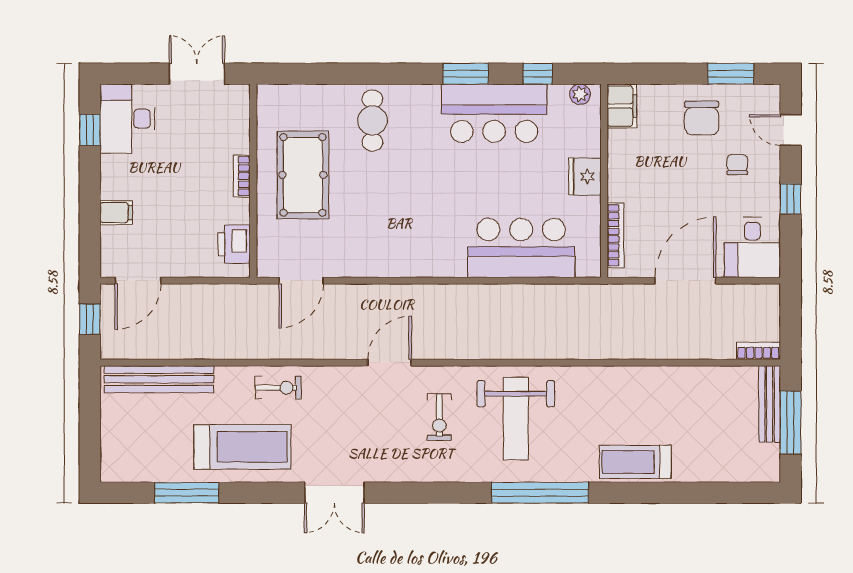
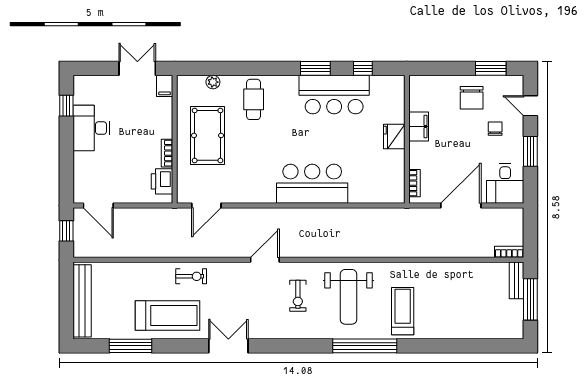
plant: (580, 94) -> (213, 82), moved
filing cabinet: (622, 106) -> (419, 127), moved
desk: (127, 119) -> (91, 128), moved
bookcase: (242, 176) -> (167, 153), moved
window: (791, 199) -> (530, 151), width x1.50
filing cabinet: (116, 213) -> (165, 86), moved, turned 90
bookcase: (615, 235) -> (415, 183), width x0.64
bar counter: (521, 248) -> (312, 184), moved
door: (138, 281) -> (98, 205), hinge flipped
bench: (159, 379) -> (82, 301), moved, turned 90
bench: (770, 404) -> (517, 280), width x0.73
treadmill: (635, 462) -> (403, 311), moved, turned 90
double door: (334, 493) -> (228, 346), swing flipped

